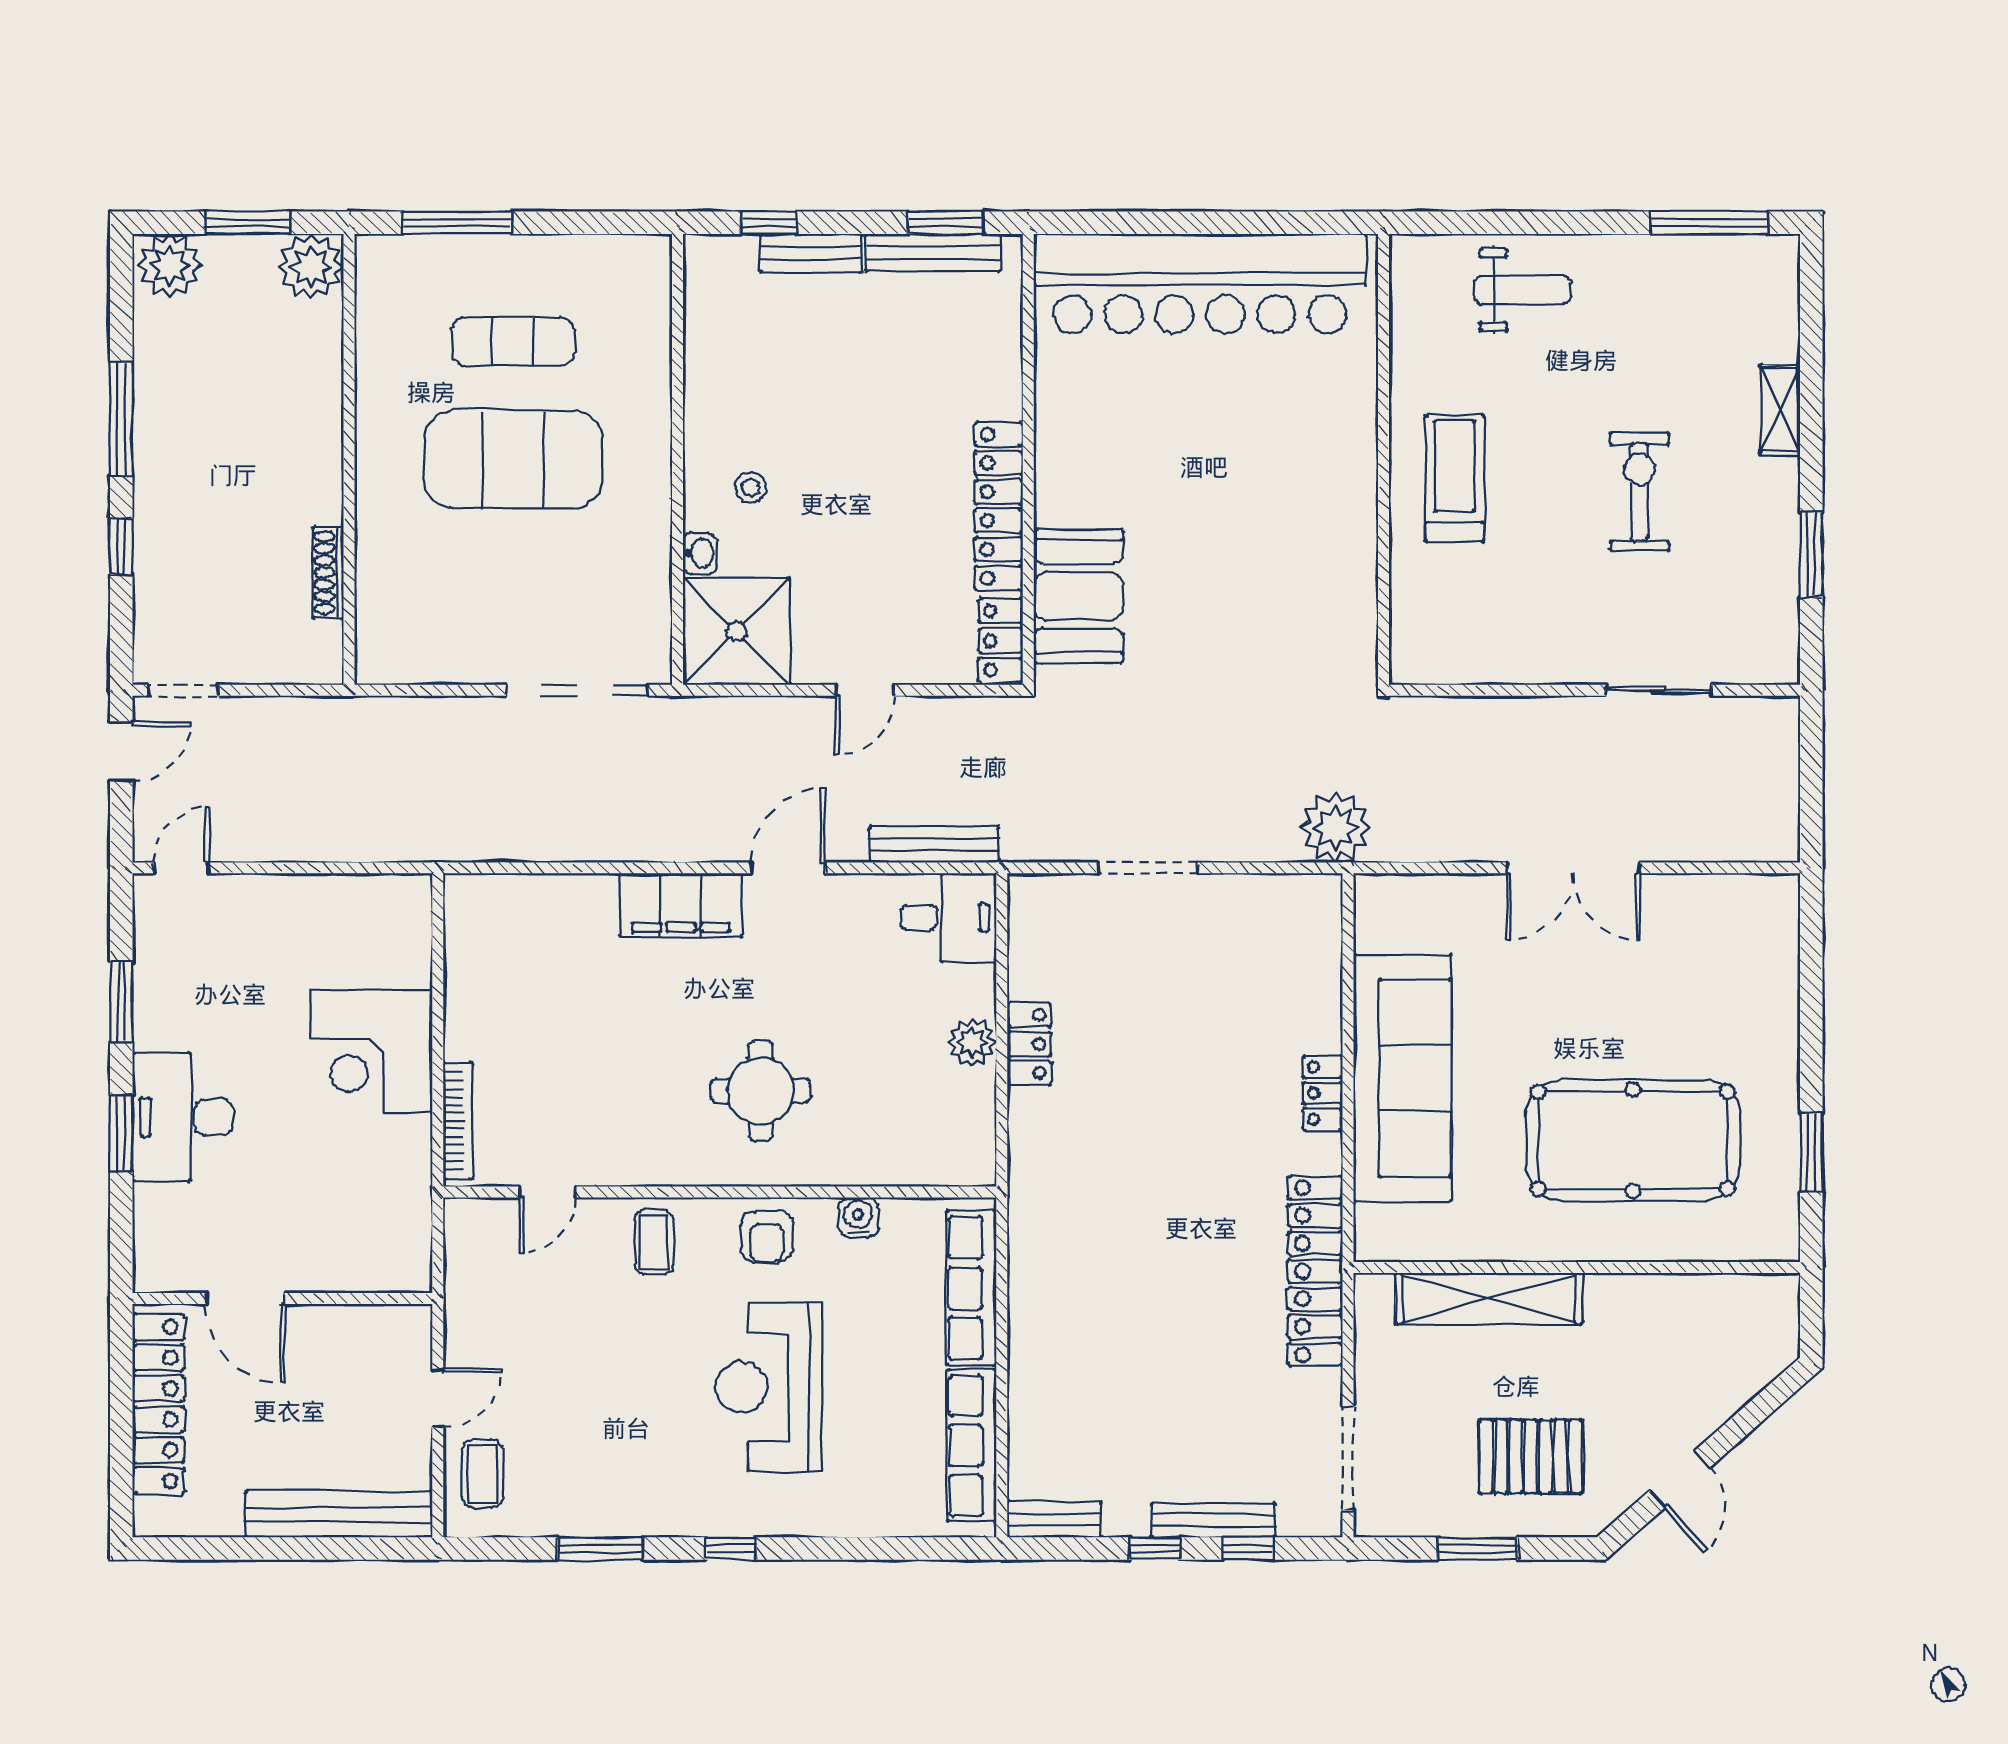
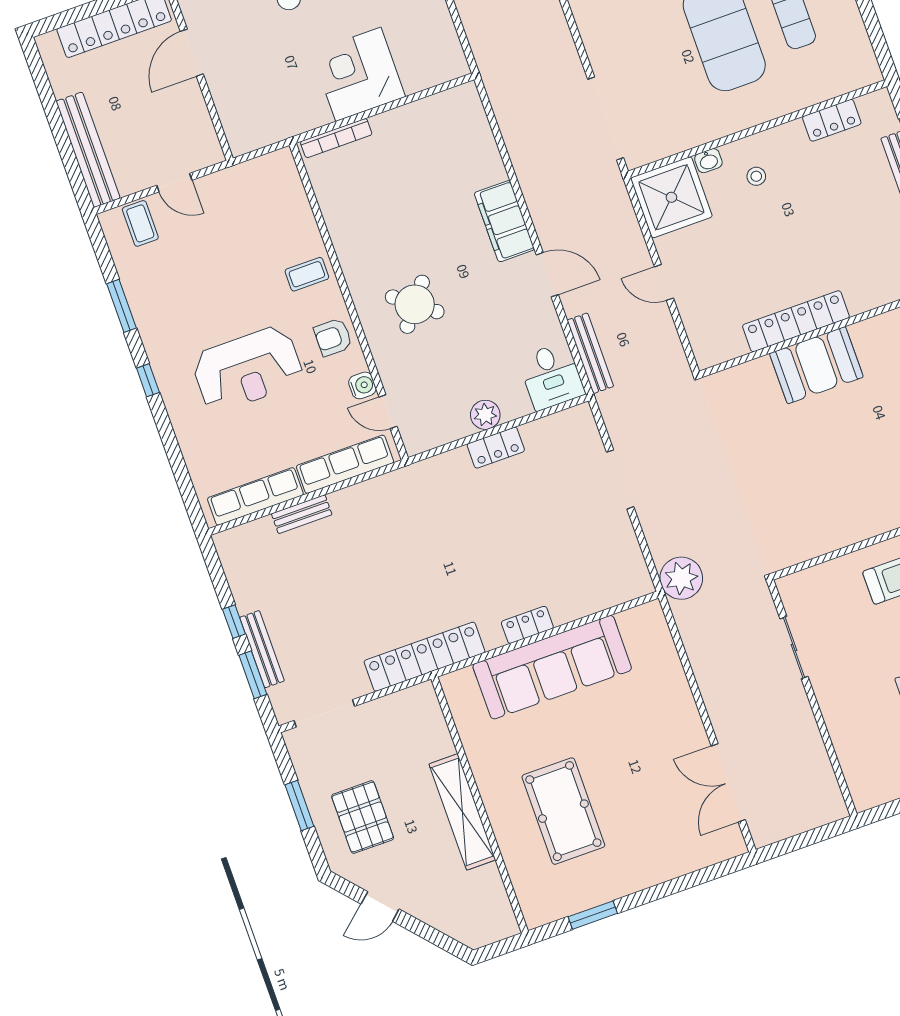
booth: (1078, 596) -> (816, 365), moved
locker: (1001, 640) -> (832, 120), moved, turned 180
sliding door: (1658, 690) -> (794, 648), moved
double door: (1573, 868) -> (728, 783), moved
round table: (761, 1091) -> (415, 304), turned 38
pool table: (1633, 1140) -> (563, 811), width x0.73, depth x0.76
door: (548, 1192) -> (388, 412), moved
shelving: (1489, 1298) -> (462, 812), moved
reception desk: (769, 1387) -> (248, 369), turned 180
coffee table: (482, 1474) -> (140, 223), turned 90
bench: (1054, 1519) -> (302, 514), moved, turned 90
window: (1248, 1549) -> (253, 675), width x1.50

